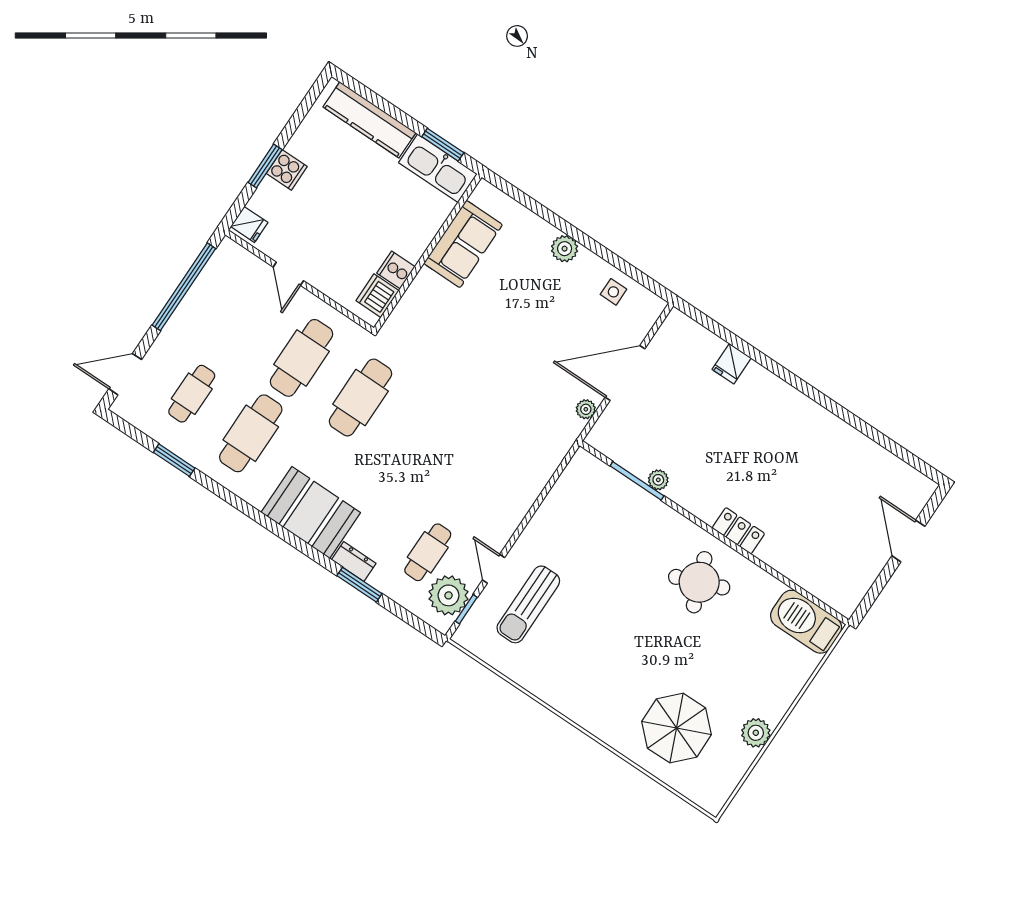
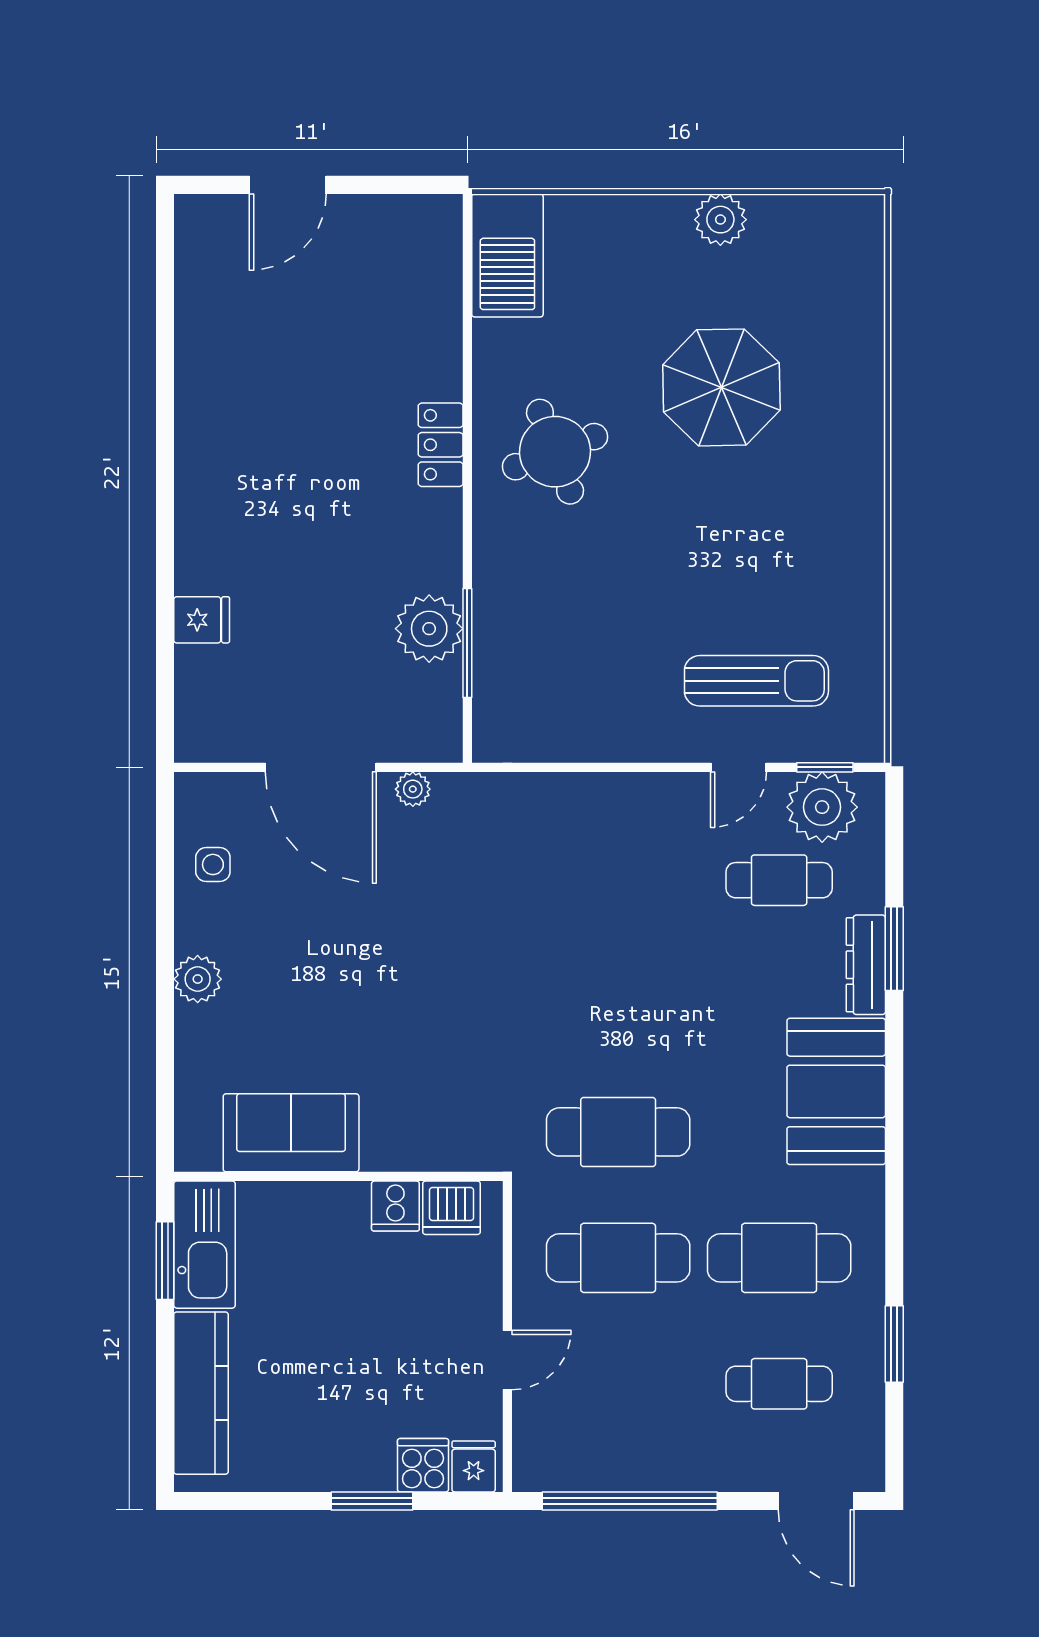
cooker: (287, 170) -> (423, 1465), moved
plant: (658, 480) -> (429, 629), width x1.87, depth x1.87
dresser: (354, 562) -> (866, 965), width x1.44
parasol: (677, 728) -> (721, 387), moved

